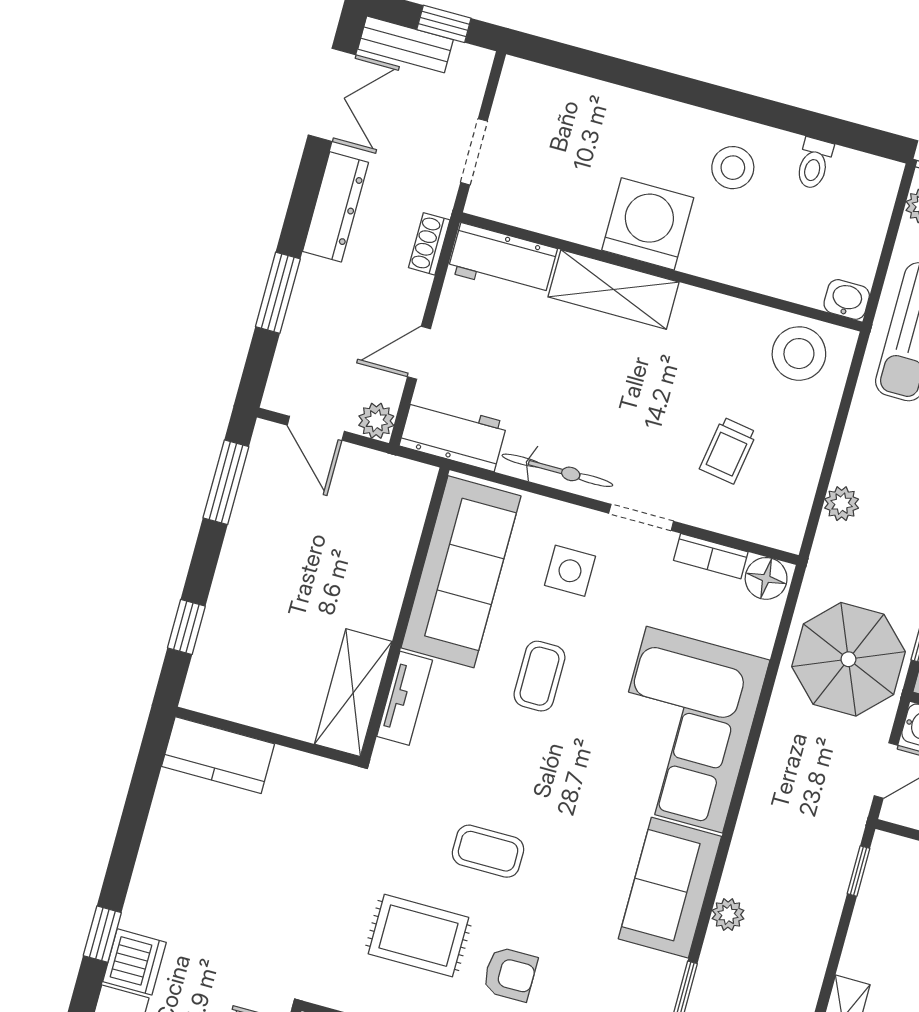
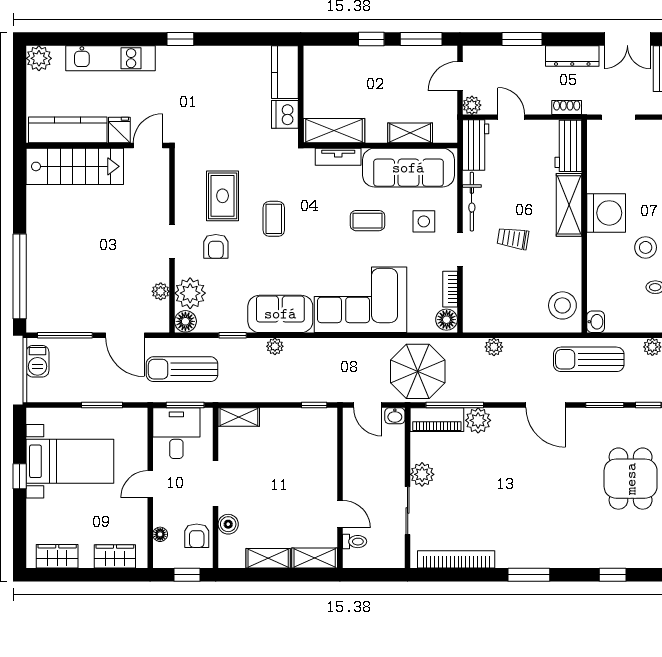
trolley: (728, 451) -> (513, 238), moved
shelving: (397, 551) -> (410, 133), added
window: (186, 627) -> (371, 39), moved
dishwasher: (134, 962) -> (285, 114), moved, turned 90

